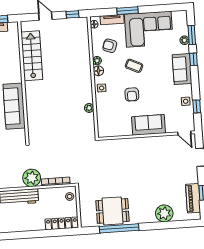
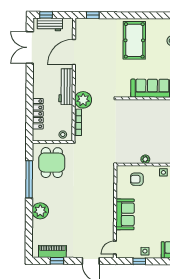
armchair: (132, 94) -> (137, 179), moved
dining table: (113, 211) -> (52, 163), moved
plant: (164, 213) -> (40, 211), moved
locker: (62, 223) -> (38, 114), moved

